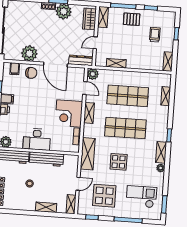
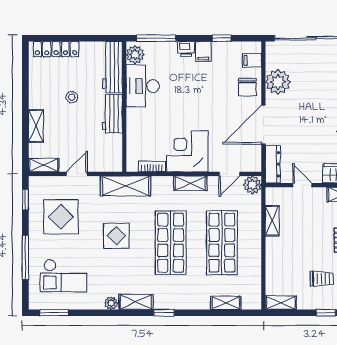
desk: (37, 139) -> (143, 86), moved
workbench: (46, 159) -> (112, 114), width x0.73
door: (78, 184) -> (77, 174), swing flipped
checkout: (141, 197) -> (64, 276), turned 90

